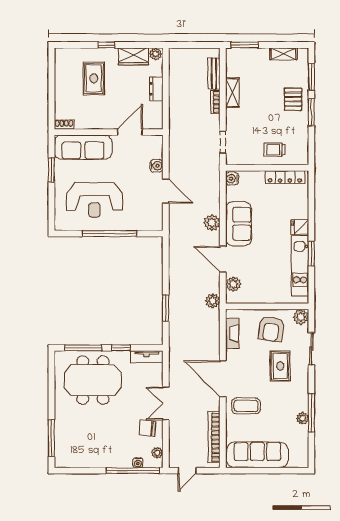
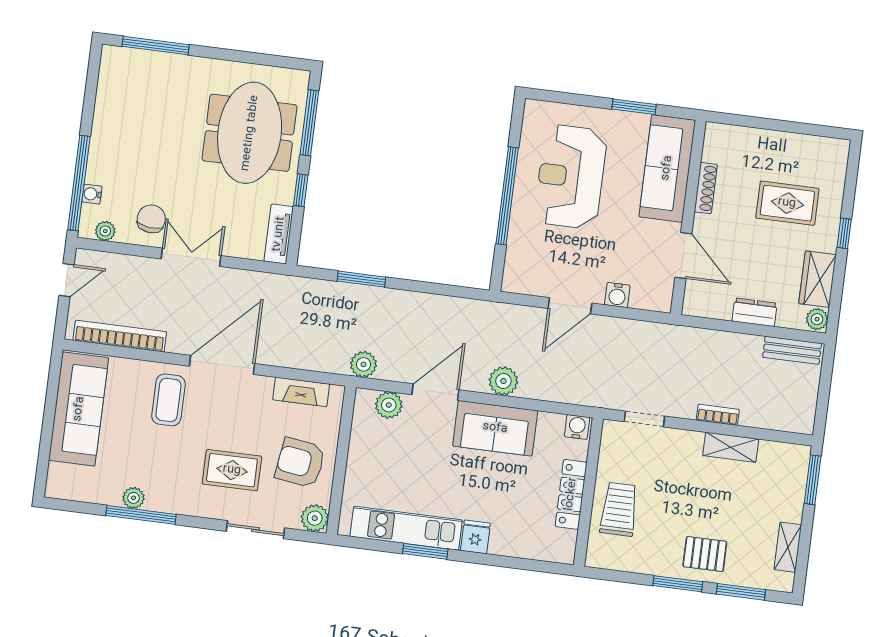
bench: (214, 74) -> (792, 350), moved
shoe rack: (64, 125) -> (706, 188), moved, width x1.43
trolley: (274, 150) -> (619, 509), width x1.36, depth x1.39
locker: (285, 177) -> (571, 494), moved
door: (187, 471) -> (66, 280), swing flipped

